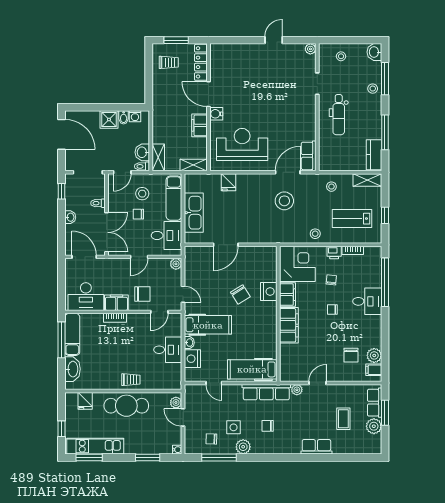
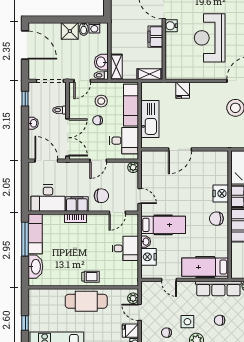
reception desk: (242, 144) -> (210, 38), moved, turned -90
chair: (240, 294) -> (216, 219), moved, turned 122
fridge: (85, 401) -> (130, 331), moved, turned 90

